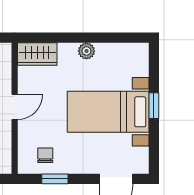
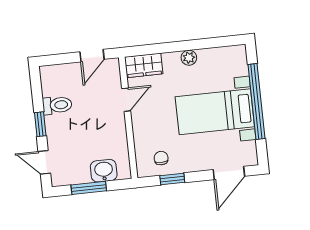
window: (154, 106) -> (256, 102), width x3.17
door: (15, 107) -> (126, 100), moved

